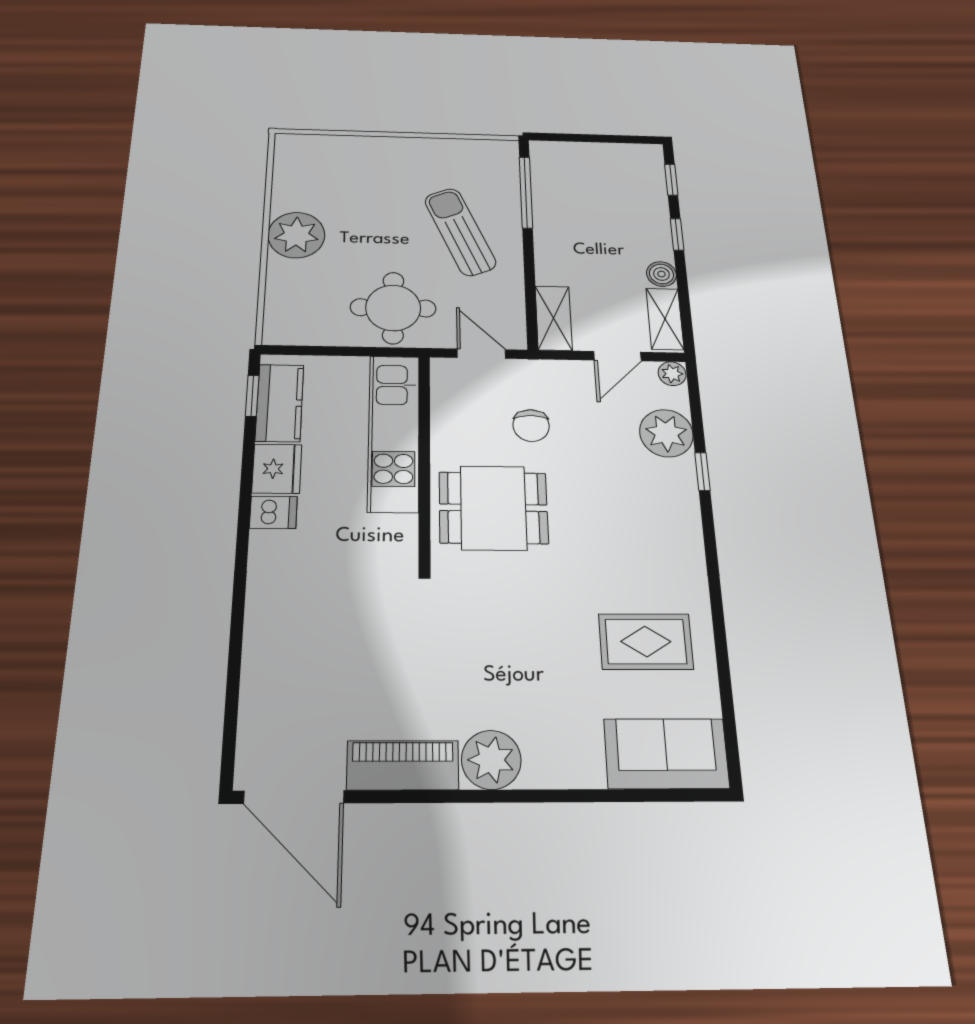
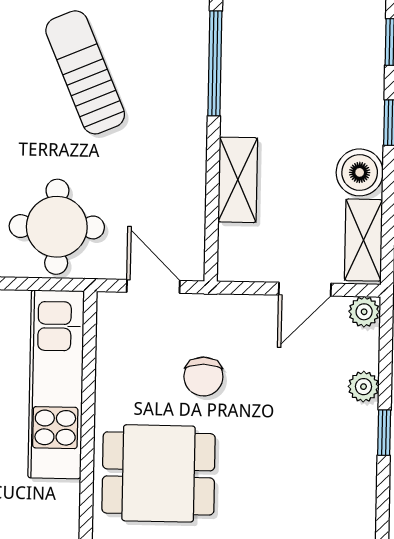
sun lounger: (460, 232) -> (85, 72), moved
boiler: (661, 274) -> (360, 172), width x1.36, depth x1.36
shelving: (554, 318) -> (238, 180), moved
plant: (666, 433) -> (364, 387), width x0.53, depth x0.53

